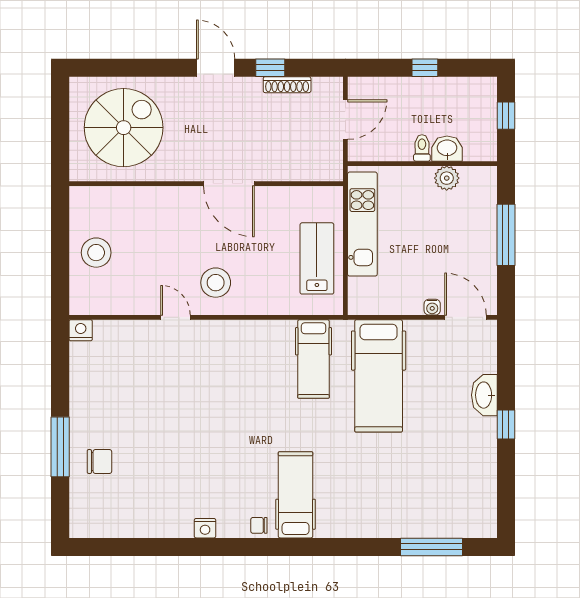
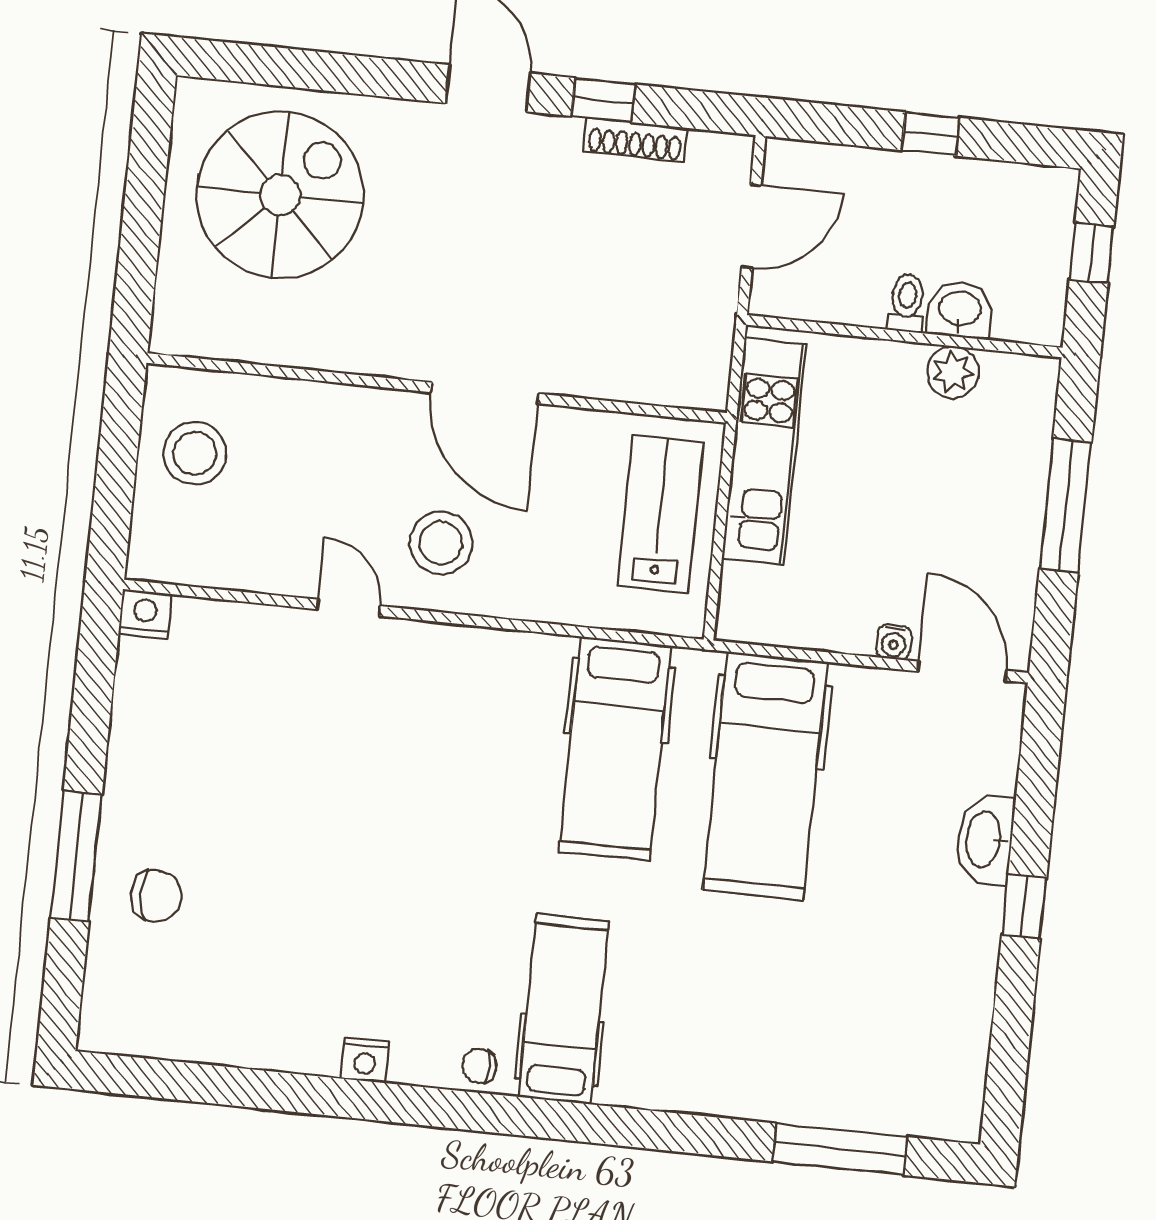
wall: (206, 184) -> (437, 388), moved
door: (229, 184) -> (485, 393), moved
hospital bed: (314, 359) -> (615, 749), width x1.37, depth x1.29

